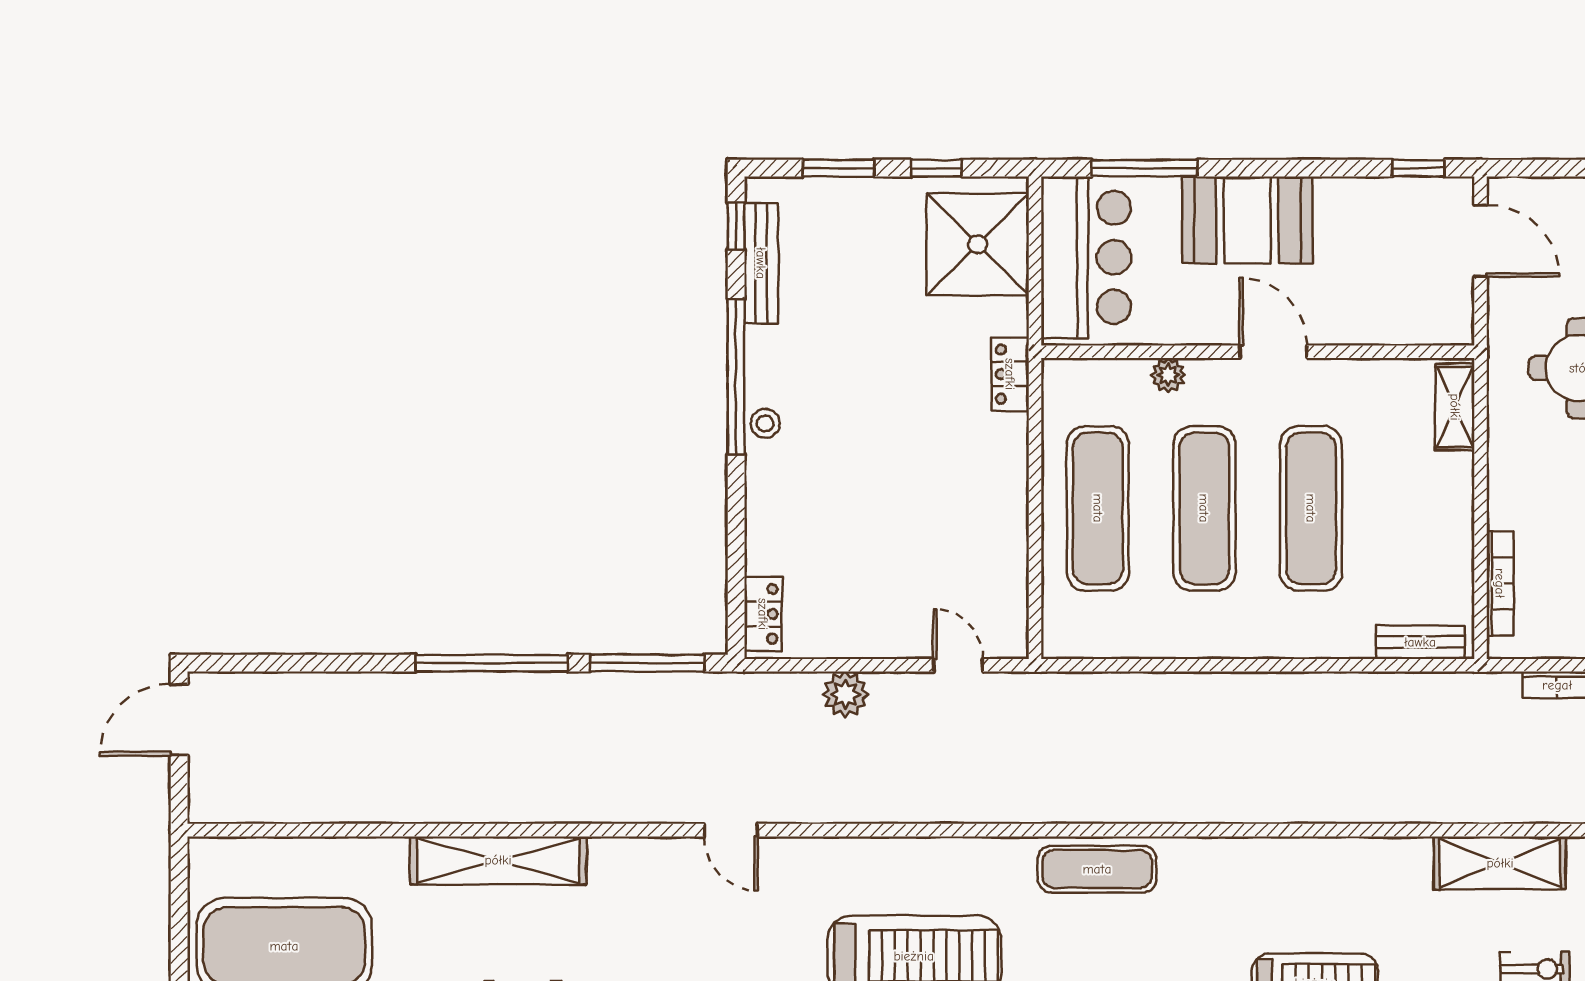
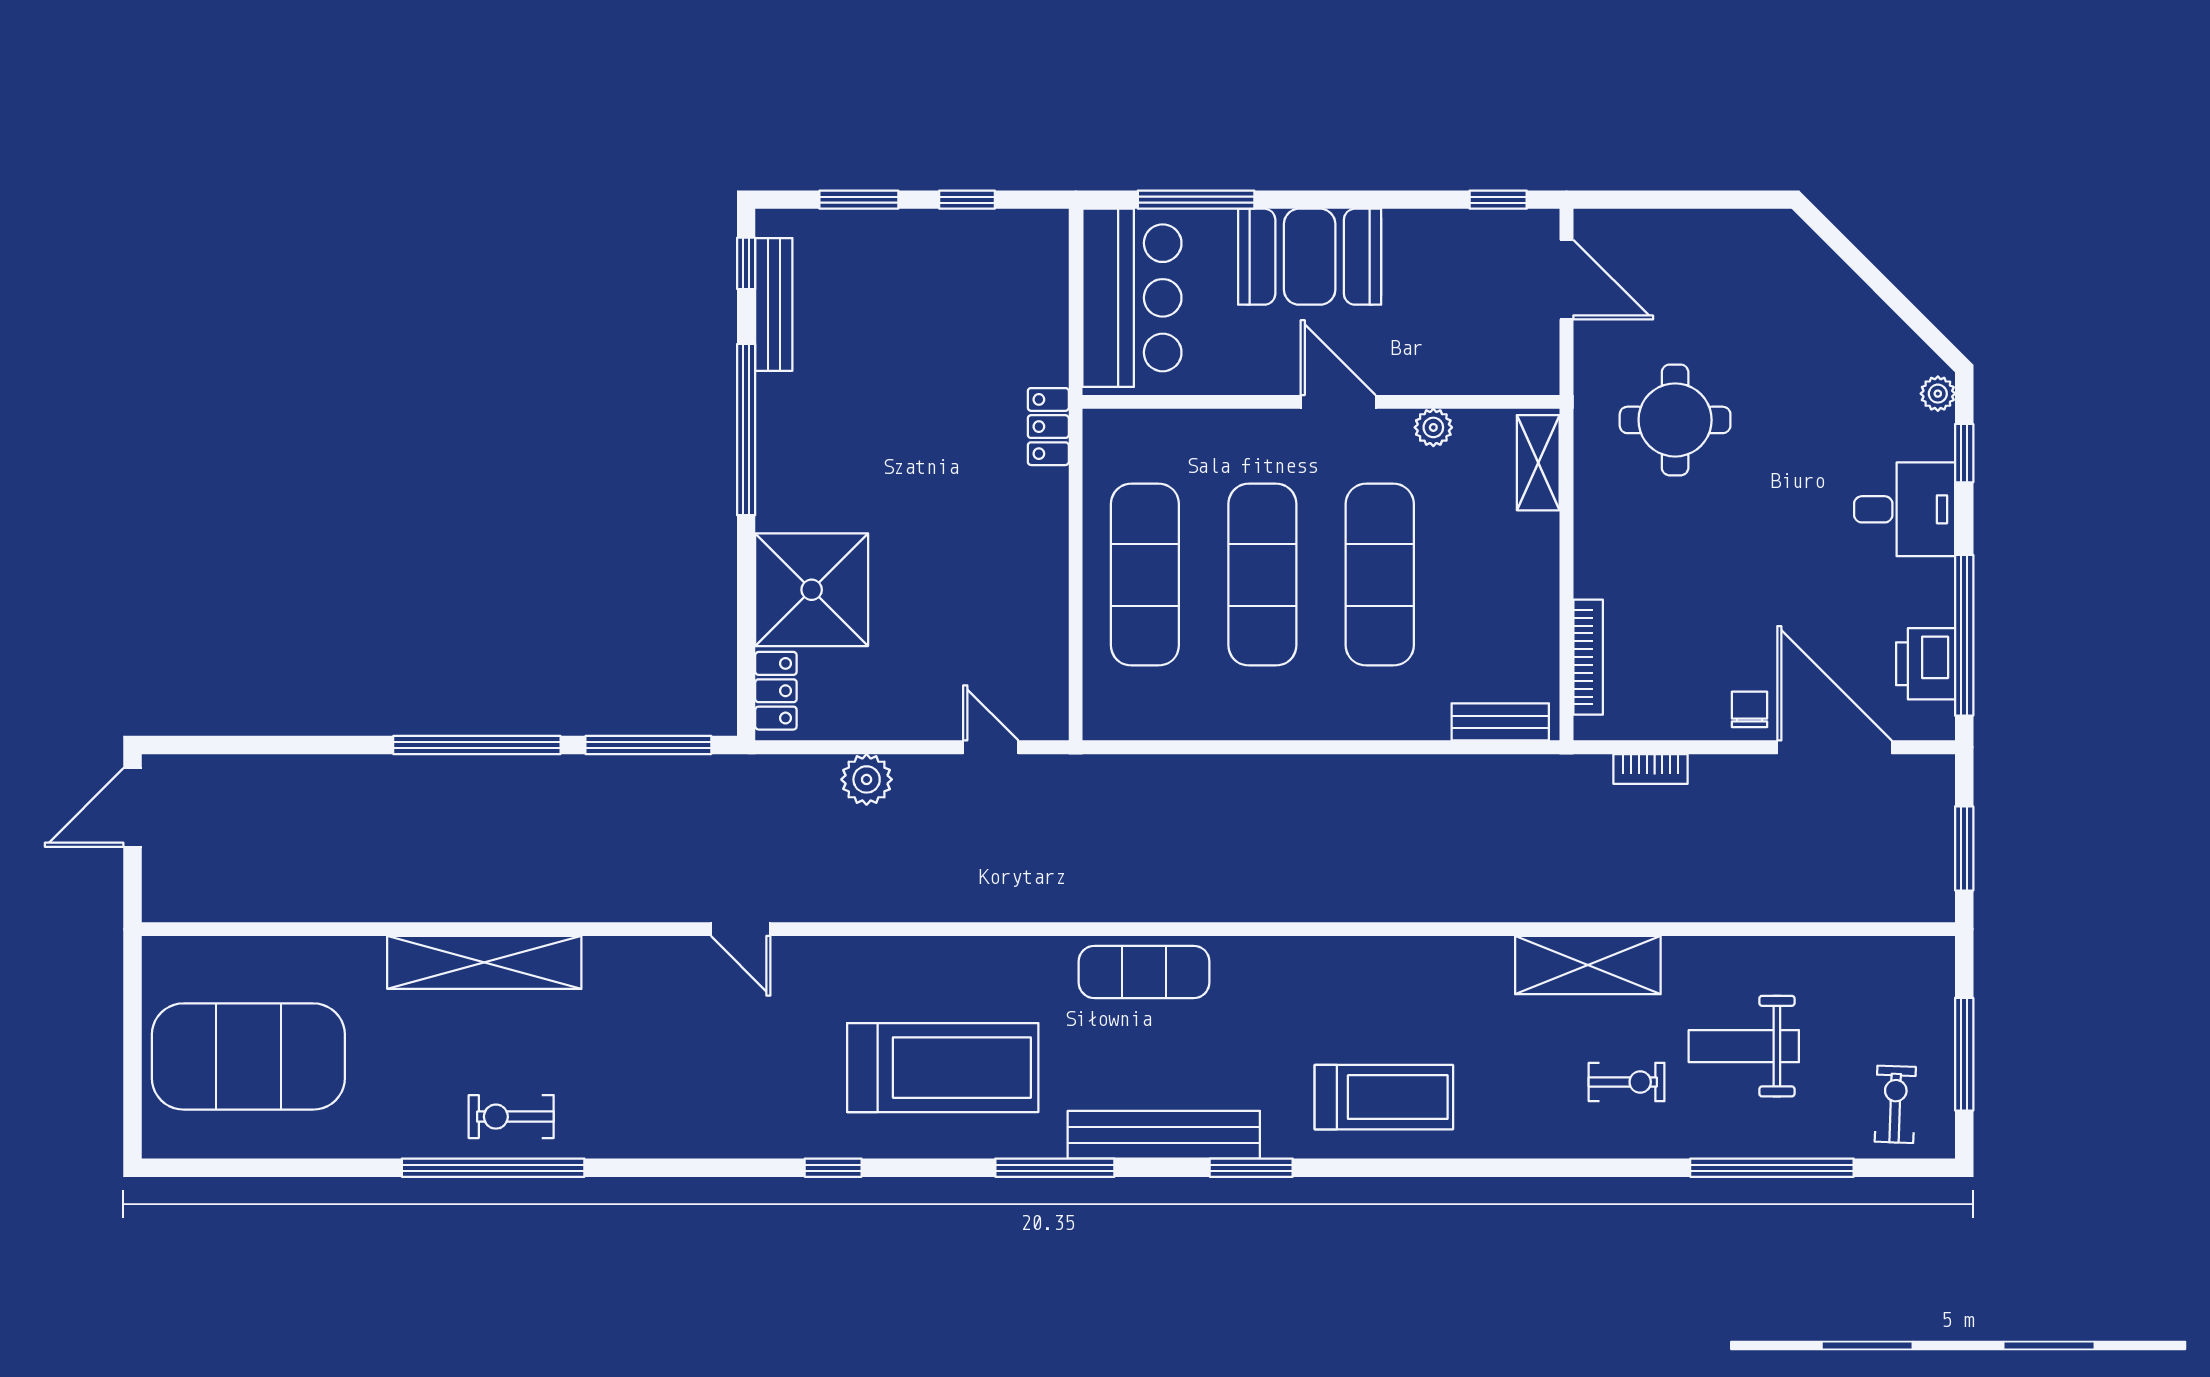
shower: (978, 244) -> (812, 590), moved
plant: (1168, 375) -> (1433, 427), moved
stool: (765, 423) -> (778, 481), removed

